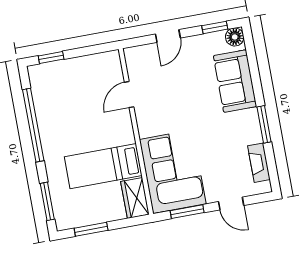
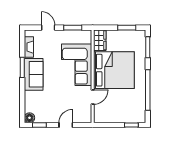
sofa: (235, 81) -> (34, 74), moved
bed: (103, 166) -> (114, 70), width x2.04
corner sofa: (173, 172) -> (77, 65), moved

